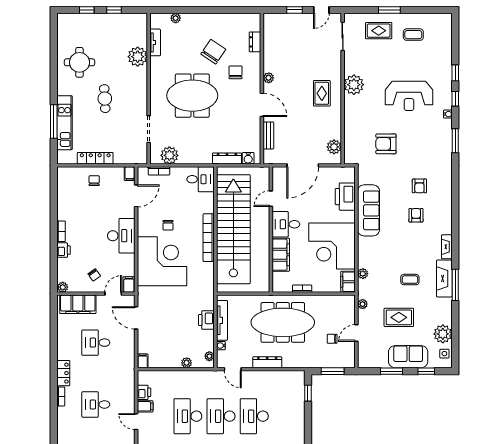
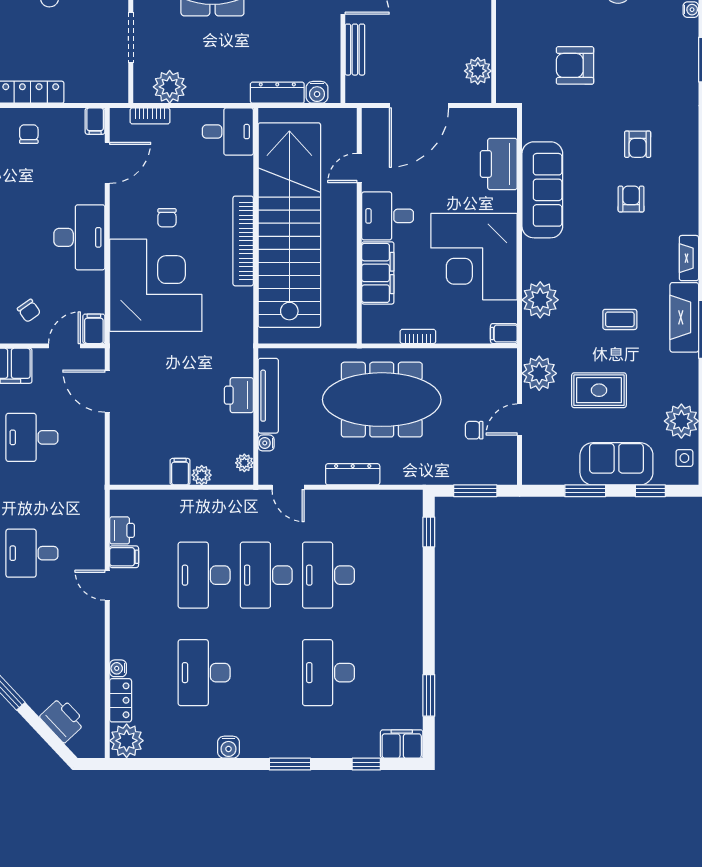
plant: (363, 274) -> (540, 300), width x1.87, depth x1.87
filing cabinet: (348, 282) -> (504, 334), width x0.50
plant: (363, 304) -> (539, 373), width x1.88, depth x1.88
filing cabinet: (143, 361) -> (180, 472), moved

